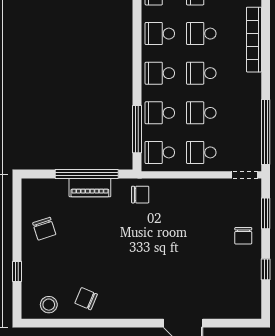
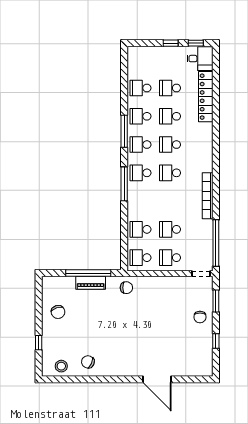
bookcase: (254, 40) -> (208, 196), moved
school desk: (160, 73) -> (140, 201), removed
school desk: (201, 73) -> (170, 201), removed
window: (137, 129) -> (124, 184), moved

